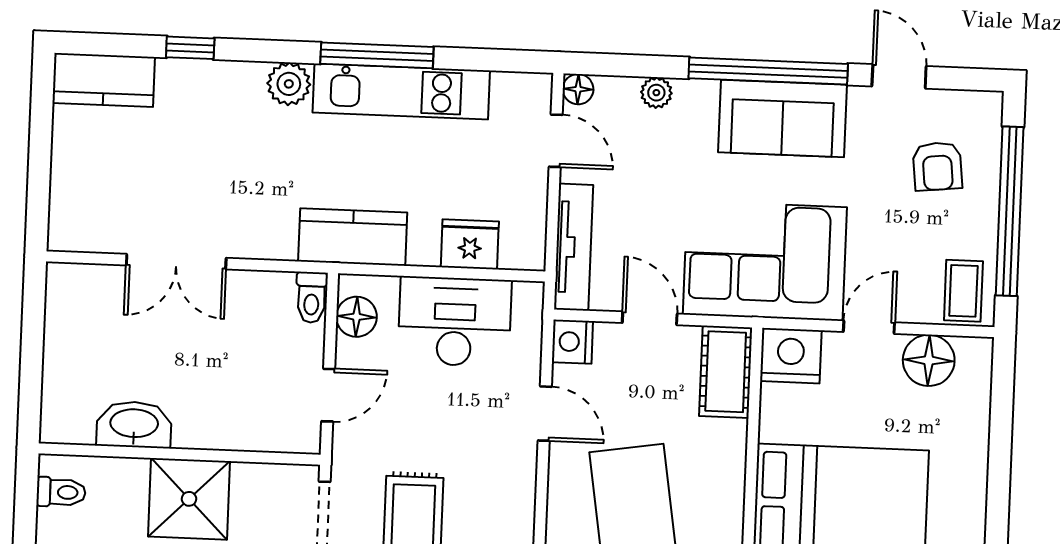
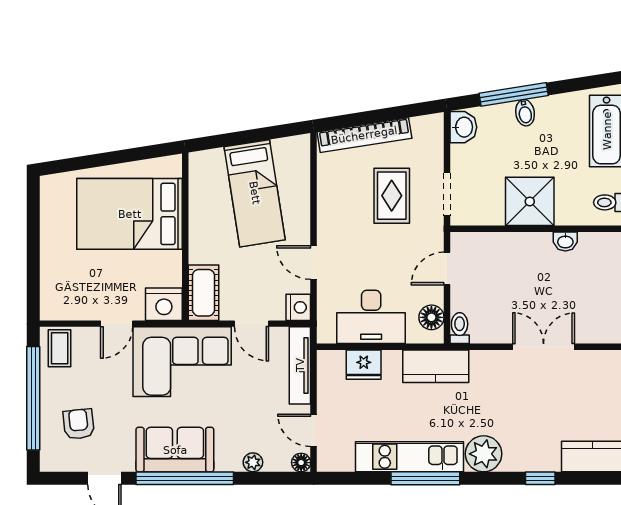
plant: (289, 84) -> (484, 454), width x1.36, depth x1.36
floor lamp: (929, 360) -> (79, 305), removed
washbasin: (134, 425) -> (565, 241), width x0.52, depth x0.69

